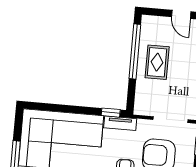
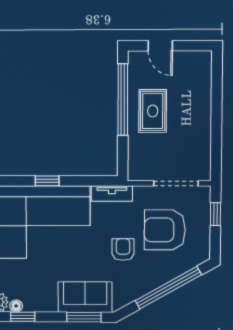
door: (181, 14) -> (160, 46), moved
window: (111, 113) -> (47, 181), moved

